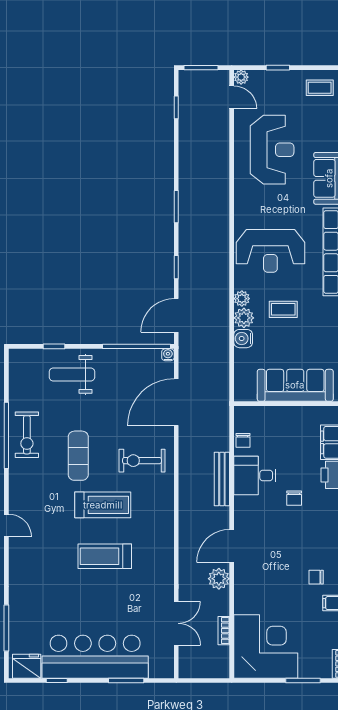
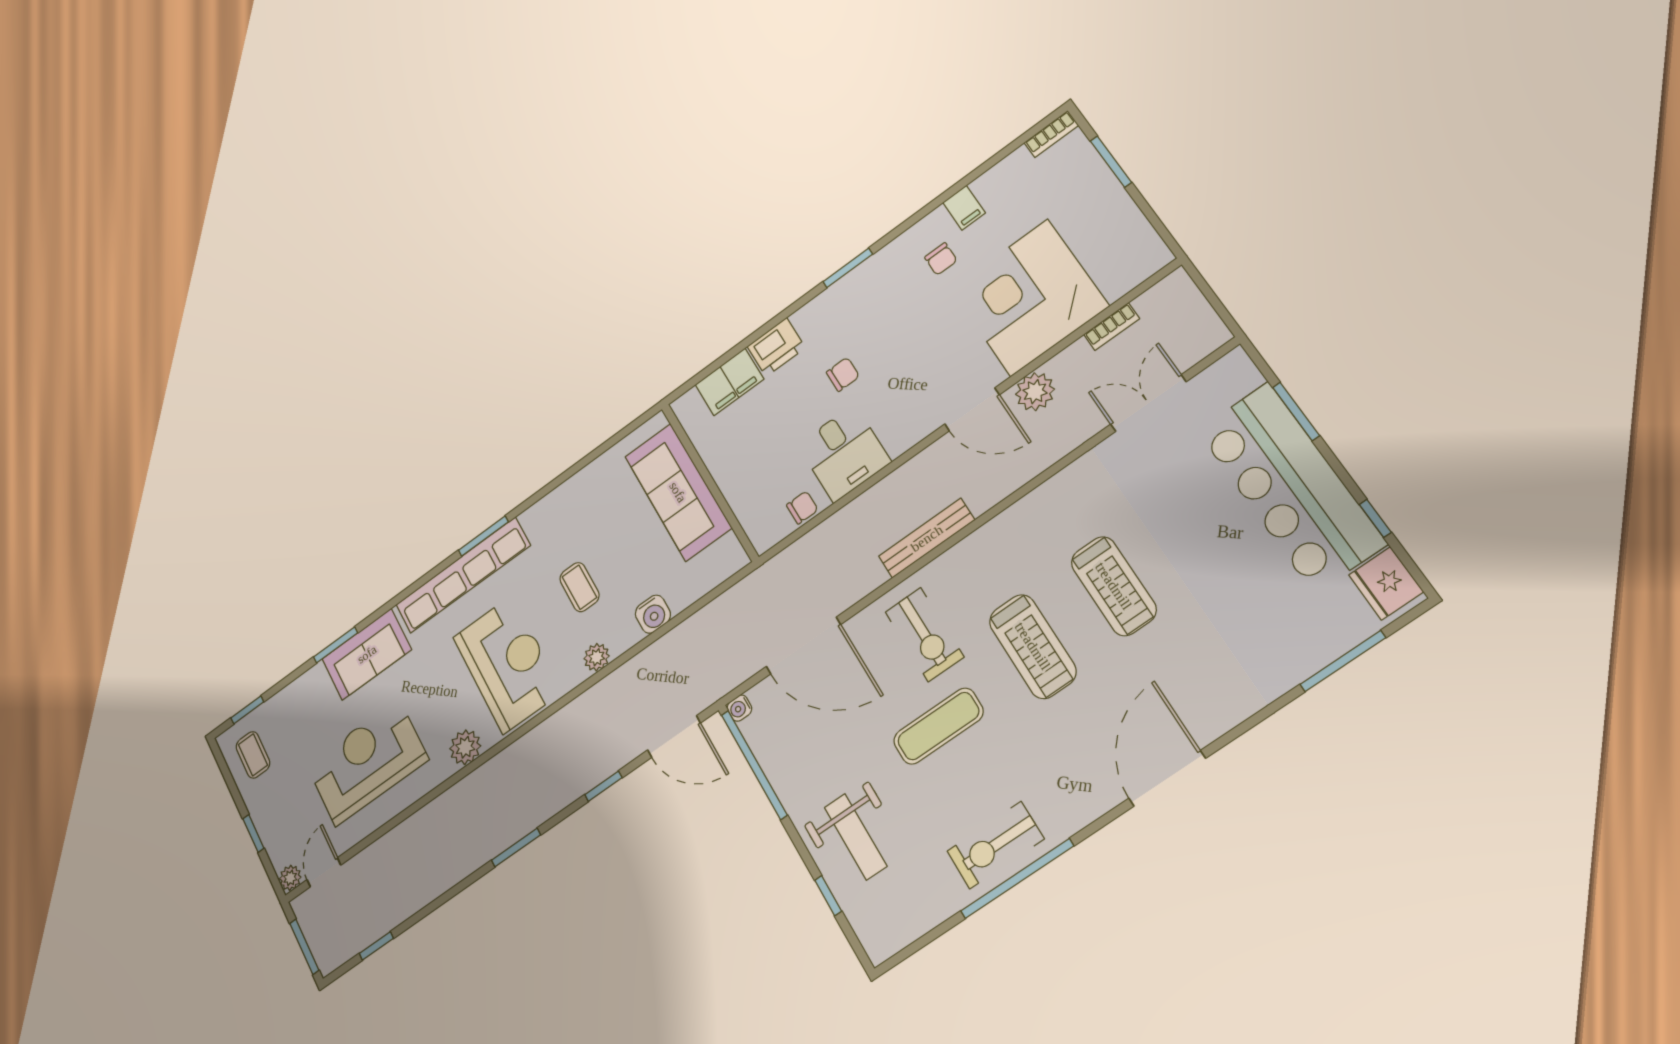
plant: (244, 318) -> (465, 747), moved
exercise bike: (27, 435) -> (995, 845), turned 180
exercise mat: (78, 456) -> (938, 726), moved
bench: (222, 479) -> (927, 538), moved
treadmill: (103, 505) -> (1033, 646), turned 180
door: (6, 525) -> (1167, 778), width x1.88
corner desk: (266, 646) -> (1029, 297), moved

